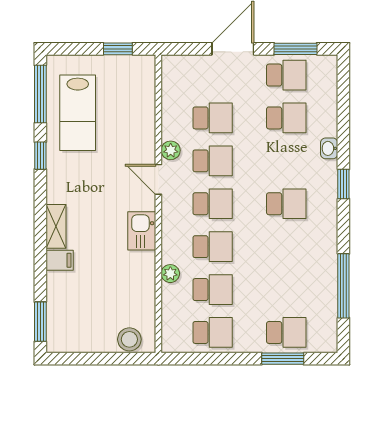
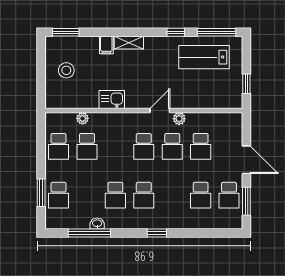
washbasin: (329, 148) -> (97, 224), moved
kitchen sink: (142, 231) -> (112, 100), moved
school desk: (213, 247) -> (115, 195), moved
plant: (170, 274) -> (83, 118), moved
stool: (129, 339) -> (66, 70), moved

